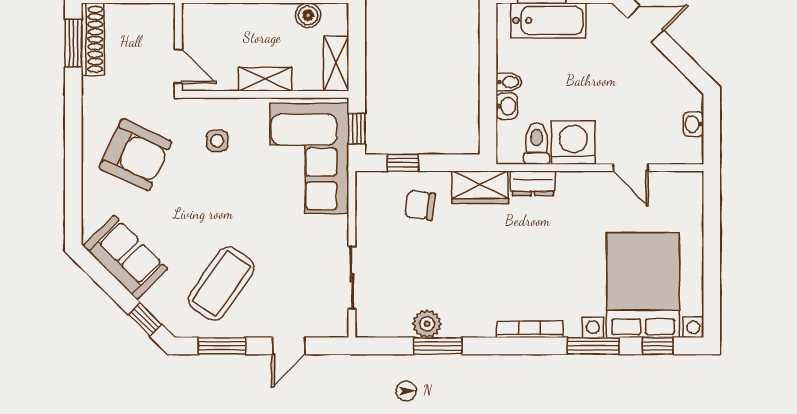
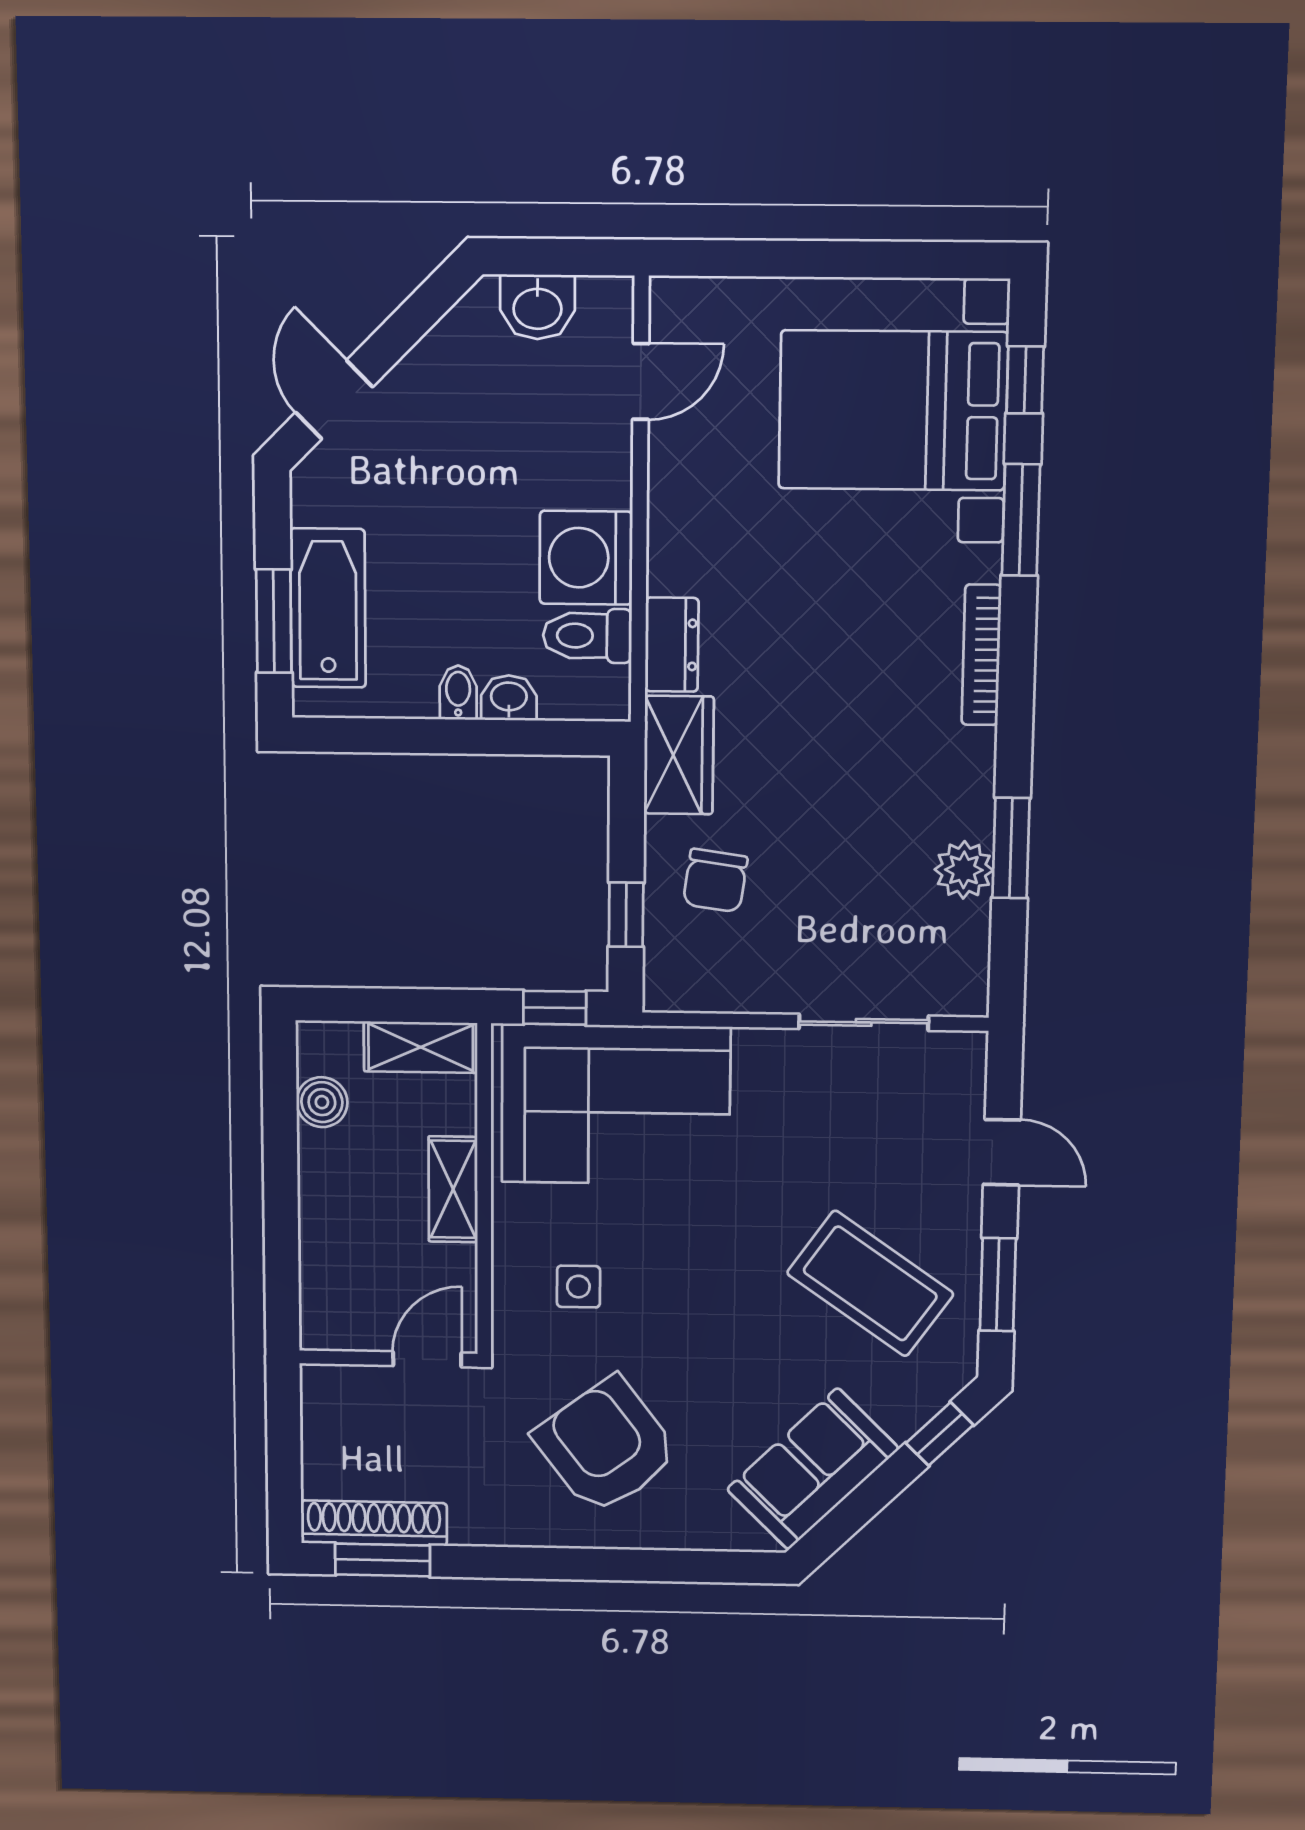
washbasin: (693, 124) -> (537, 307), width x1.38, depth x1.45
armchair: (135, 155) -> (606, 1446), turned -62
door: (631, 168) -> (641, 382), moved

